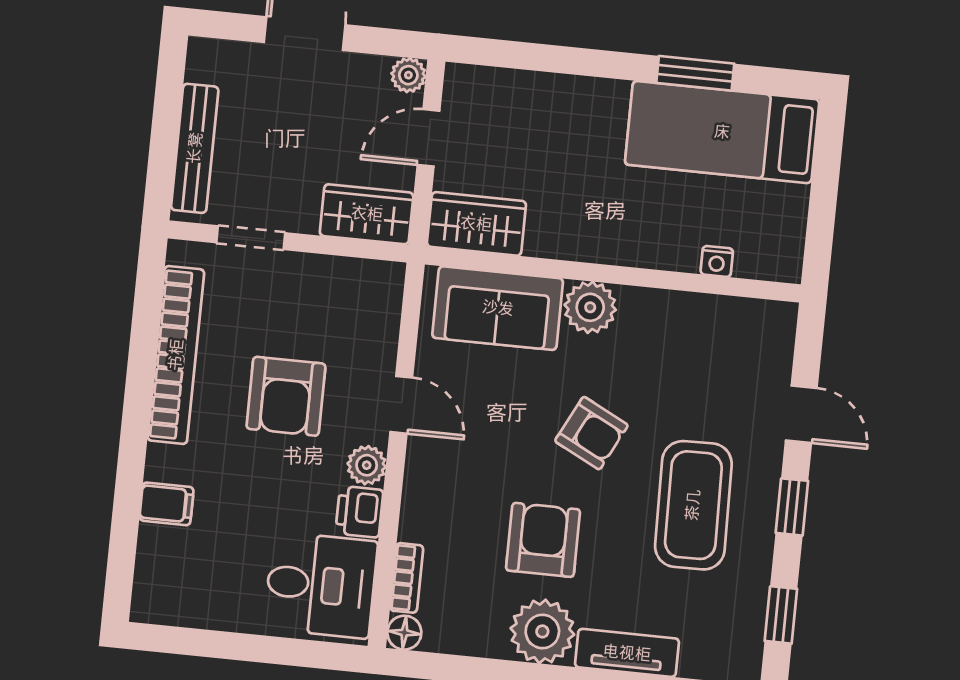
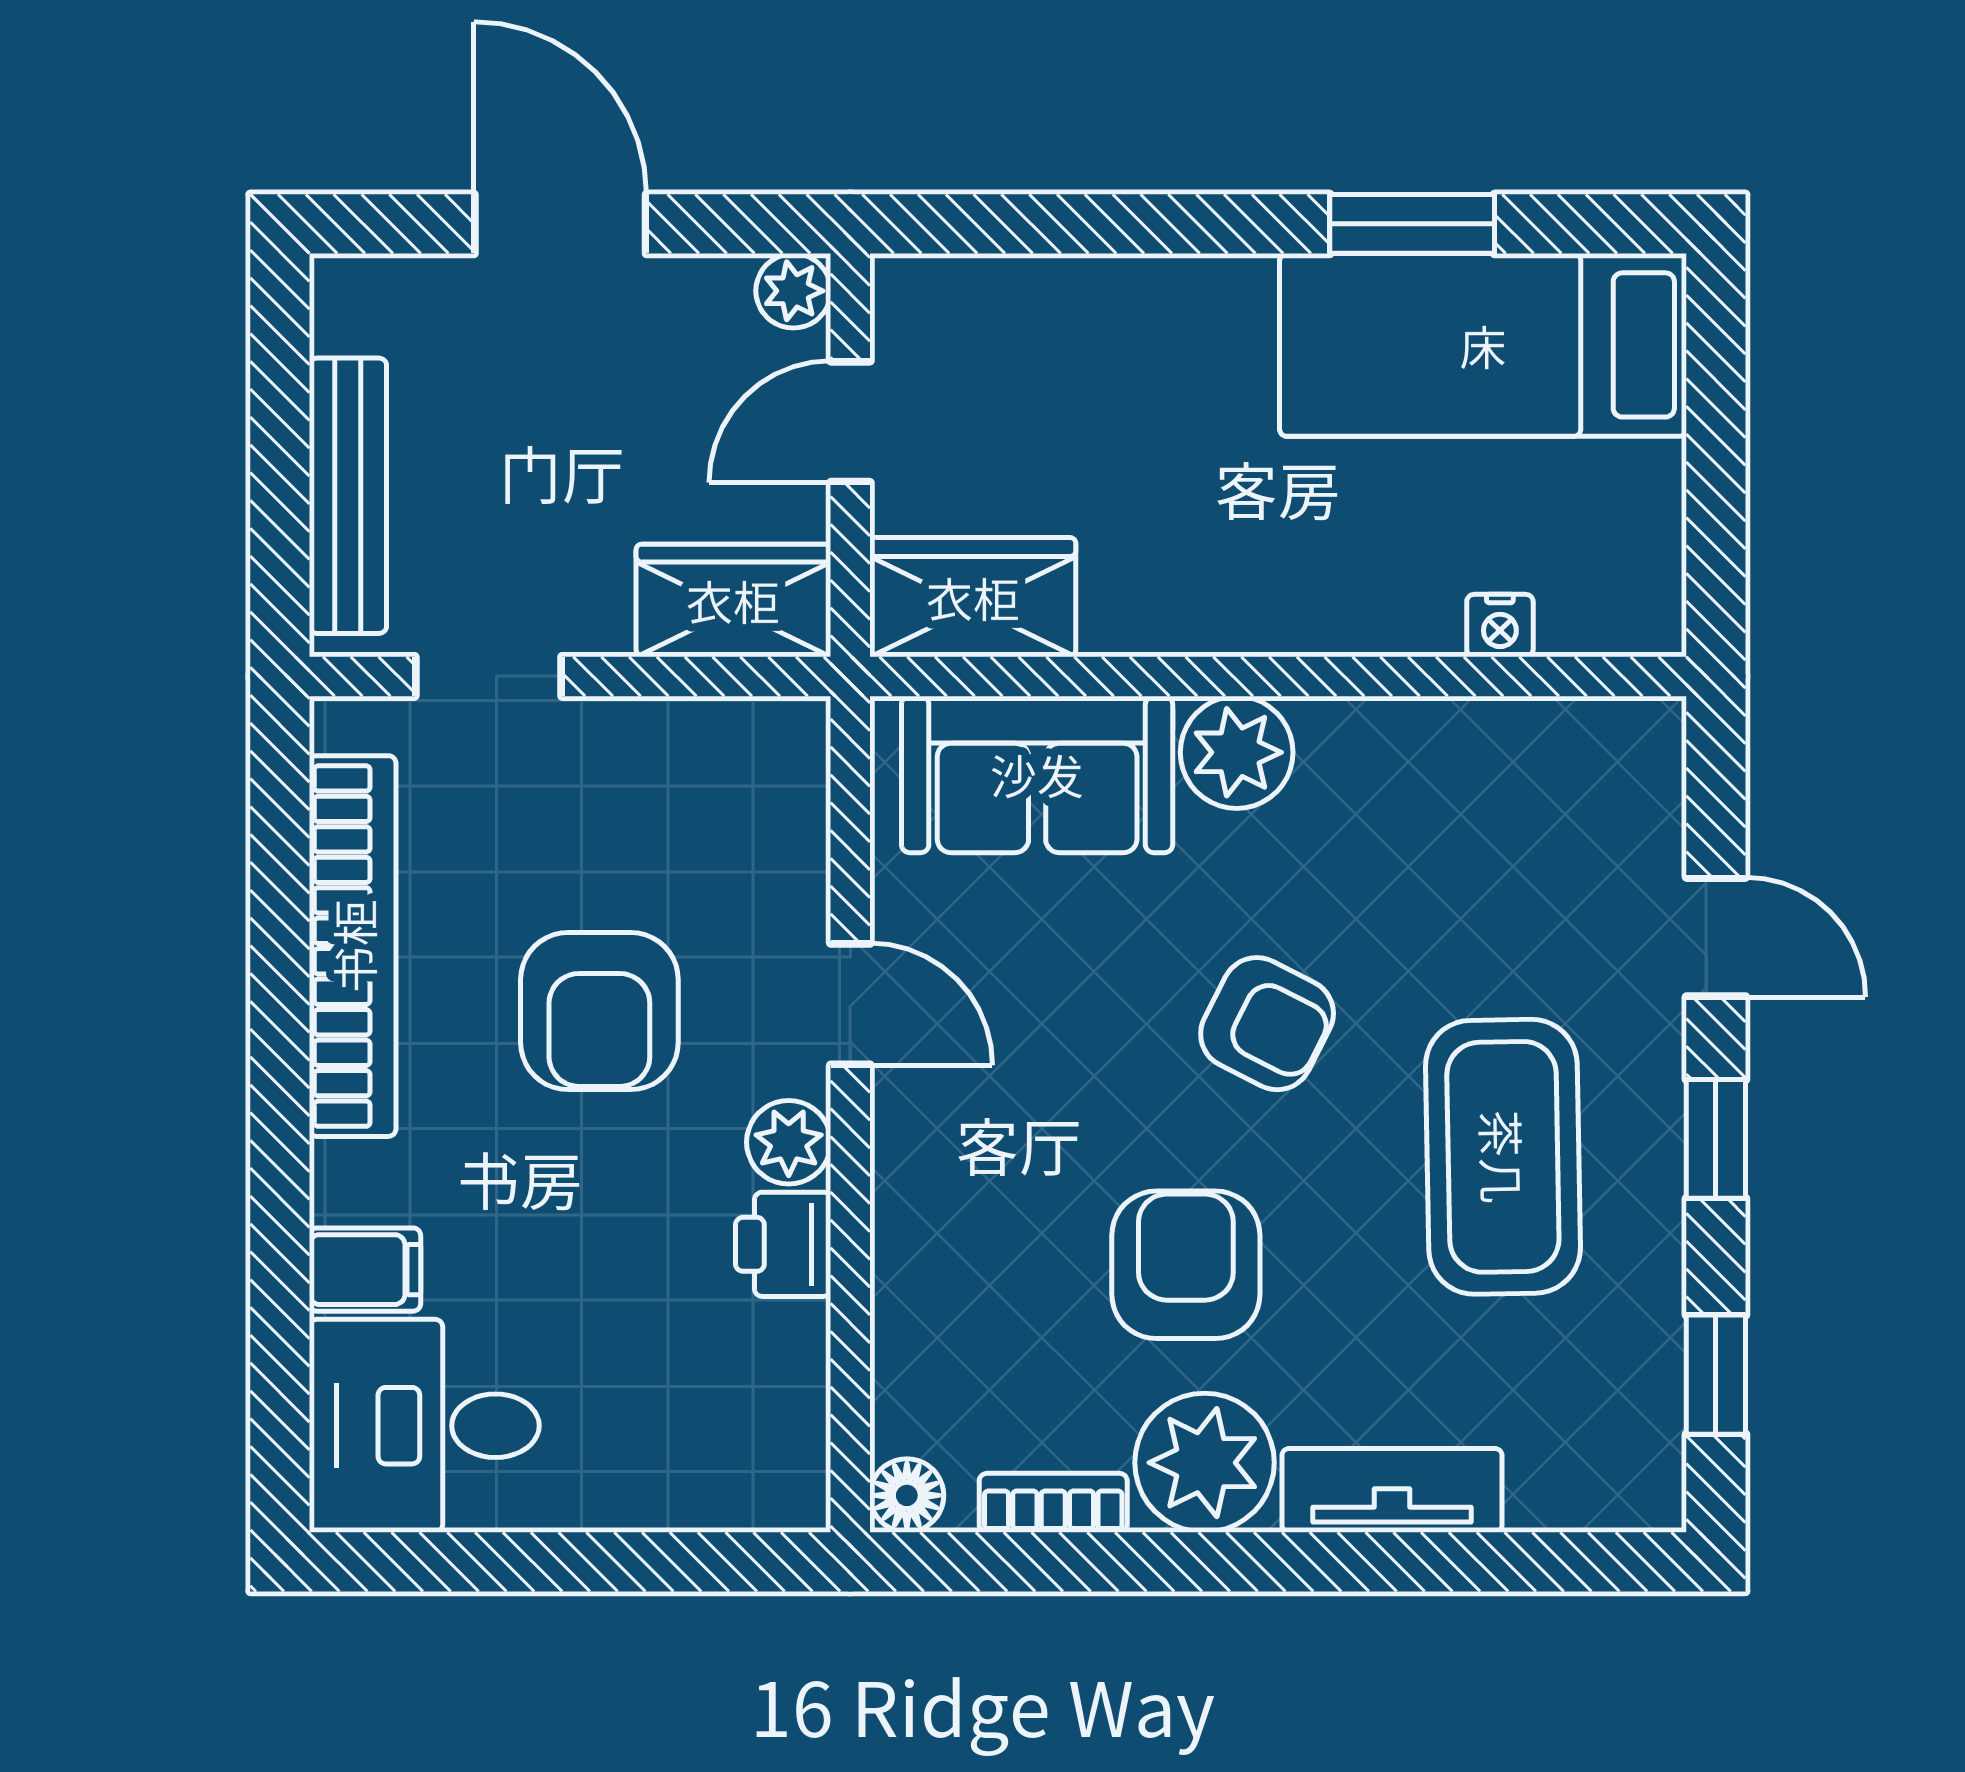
bookcase: (407, 578) -> (1053, 1503), moved, turned -90
desk: (321, 585) -> (424, 1426), moved, turned 180

